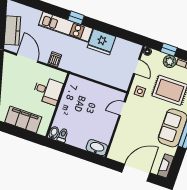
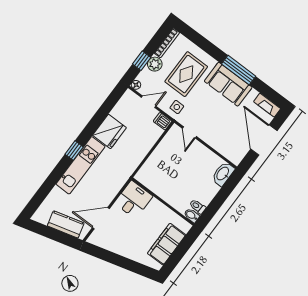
dishwasher: (55, 59) -> (163, 121), moved
desk: (48, 91) -> (133, 200), moved

